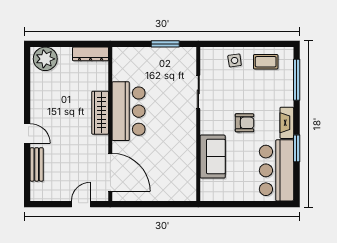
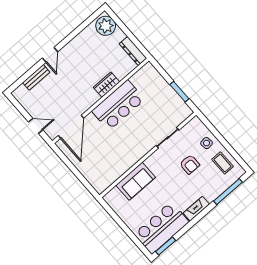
wardrobe: (100, 113) -> (106, 85), width x0.67
armchair: (245, 123) -> (190, 164), moved
window: (297, 148) -> (166, 246), moved

